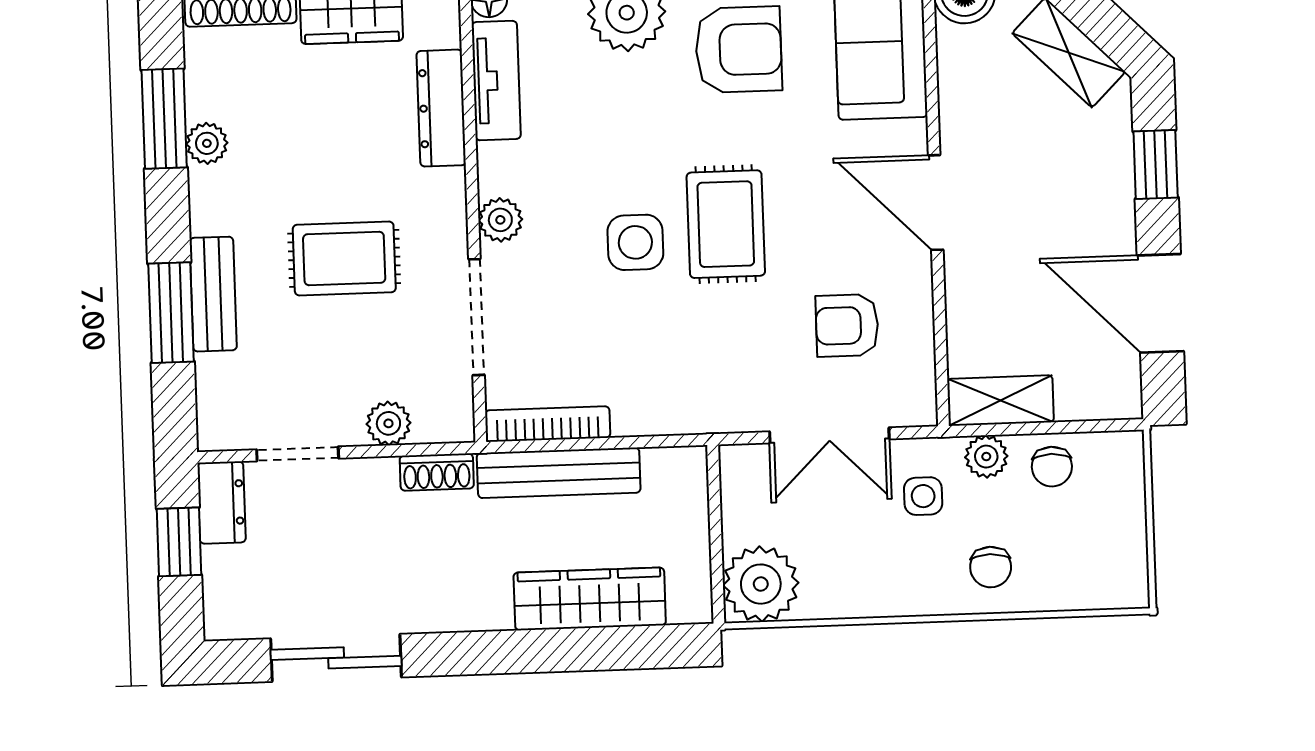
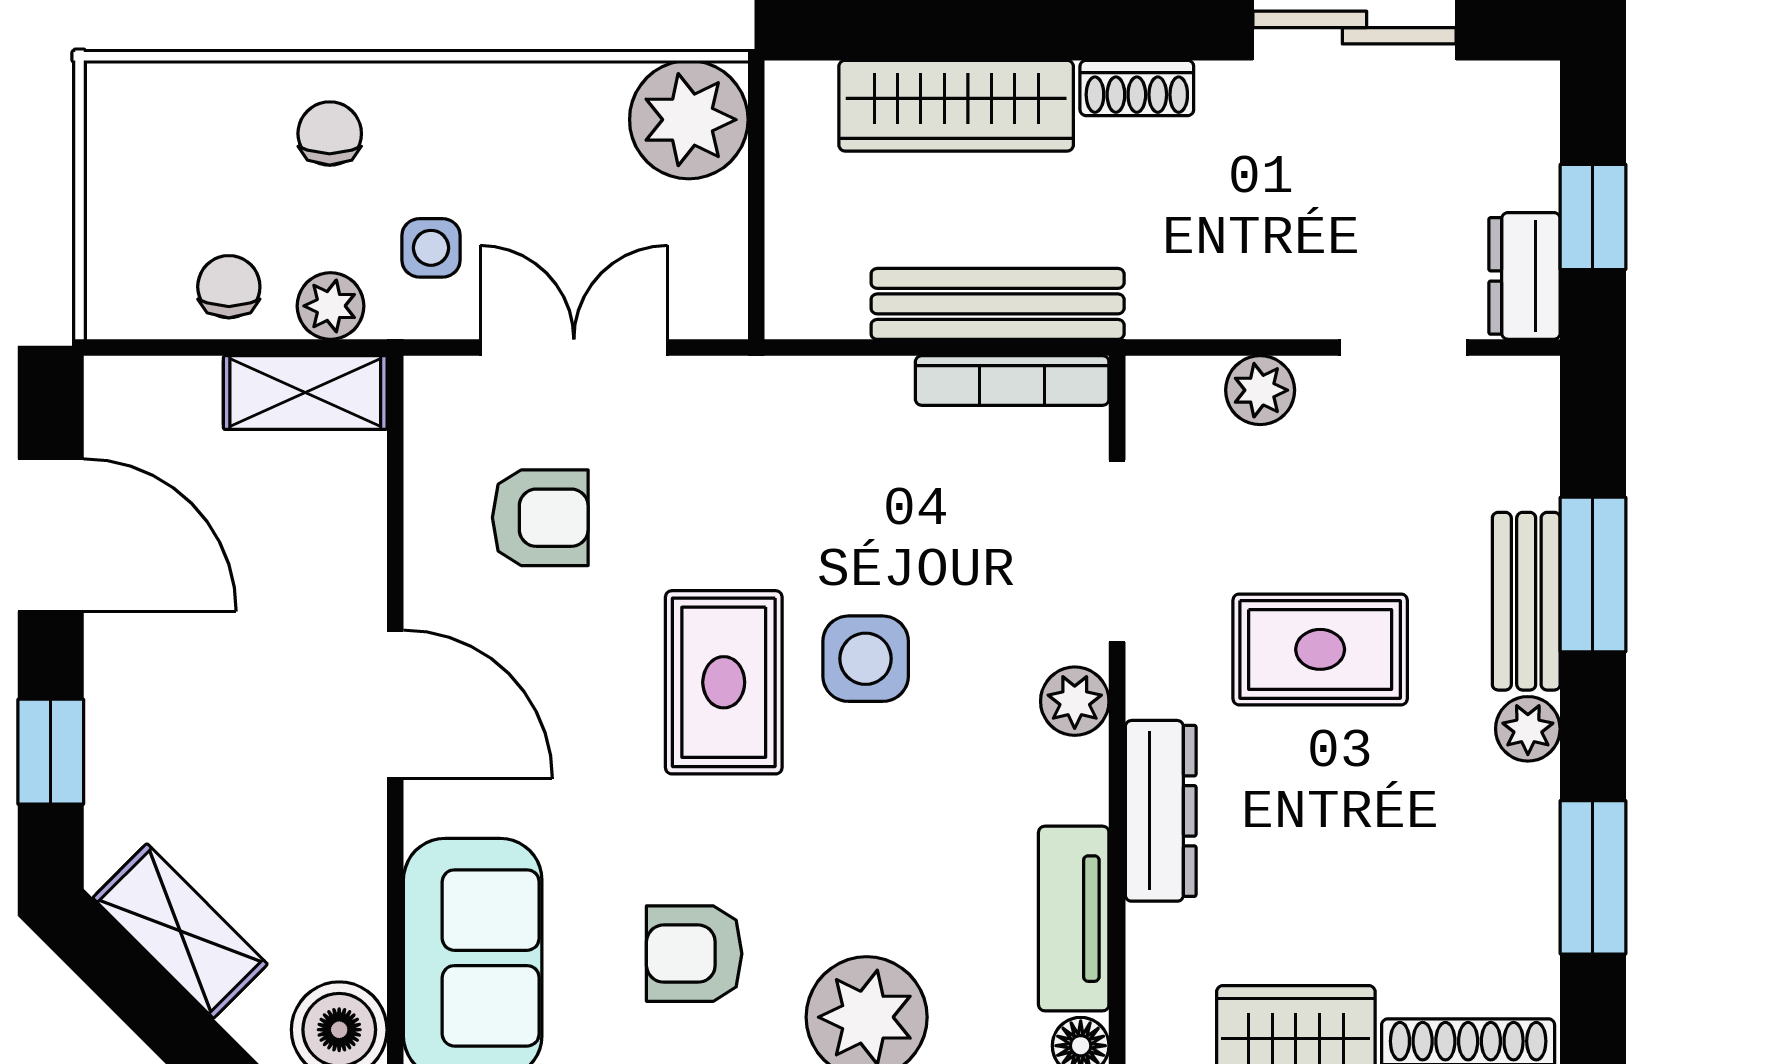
armchair: (739, 50) -> (694, 954), width x0.72, depth x0.72
dresser: (441, 108) -> (1161, 811), moved
plant: (207, 143) -> (1528, 729), moved
shoe rack: (437, 472) -> (1137, 88), moved, turned 180

